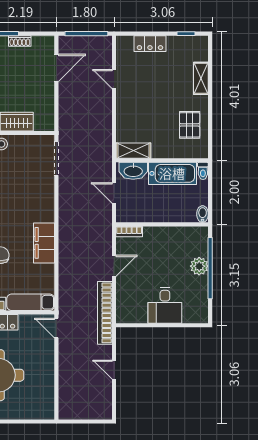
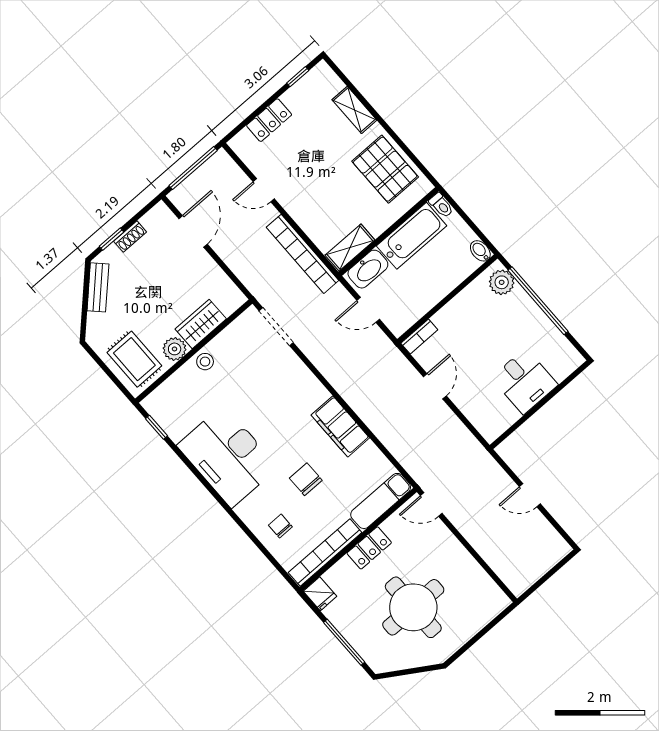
pallet: (190, 125) -> (385, 169), width x1.50, depth x1.42
plant: (199, 266) -> (502, 282), moved
bookcase: (105, 313) -> (302, 254), moved

